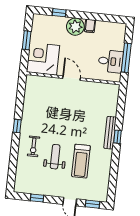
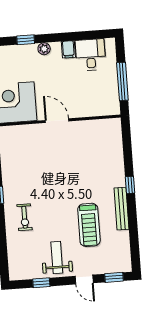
plant: (75, 27) -> (44, 49), width x0.53, depth x0.53
desk: (111, 61) -> (91, 55), moved, turned -90
bench: (110, 133) -> (122, 209), moved
weight bench: (55, 157) -> (57, 258), moved

